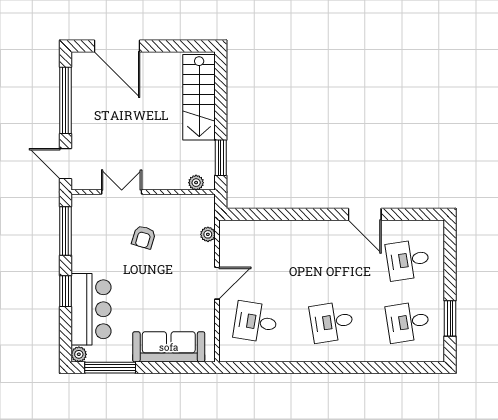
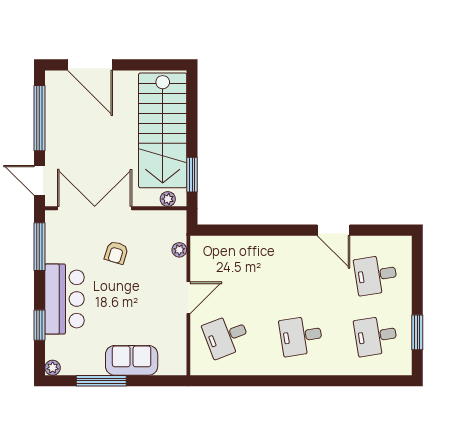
stairs: (199, 97) -> (163, 130), width x1.36, depth x1.51
double door: (122, 192) -> (95, 208), width x1.87
window: (66, 291) -> (39, 325), moved
bar counter: (91, 309) -> (65, 299), moved
desk: (256, 322) -> (226, 336), turned -30
sofa: (169, 347) -> (132, 360), width x0.73
window: (110, 368) -> (101, 381), moved

